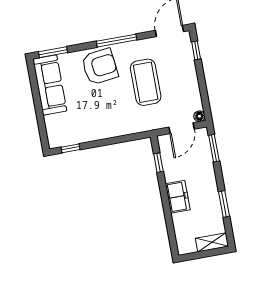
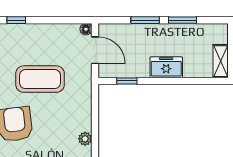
plant: (98, 134) -> (85, 139), added
window: (214, 148) -> (145, 20), moved
shelving: (212, 242) -> (221, 61), moved

